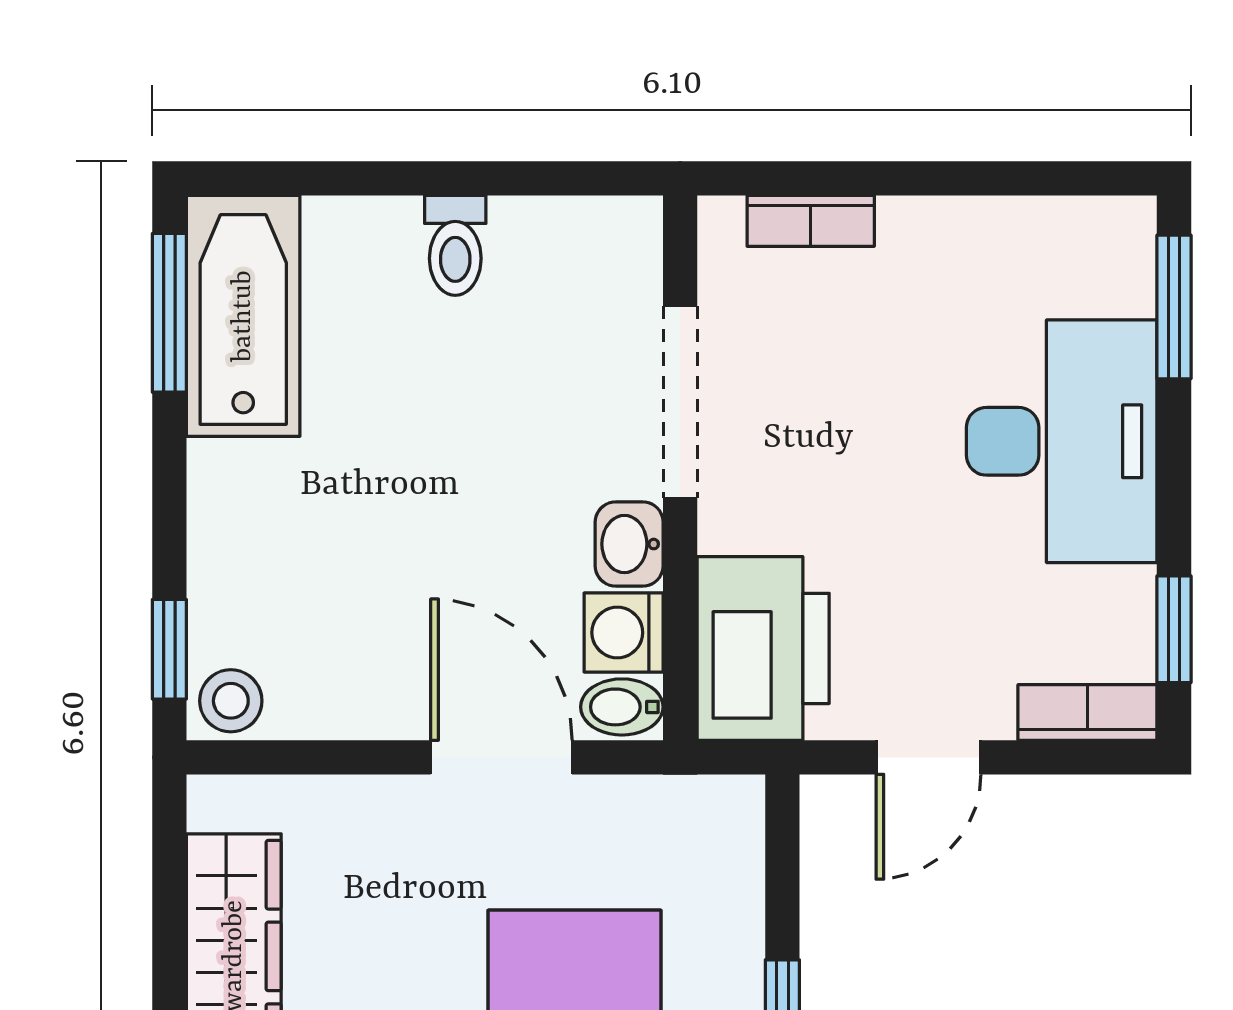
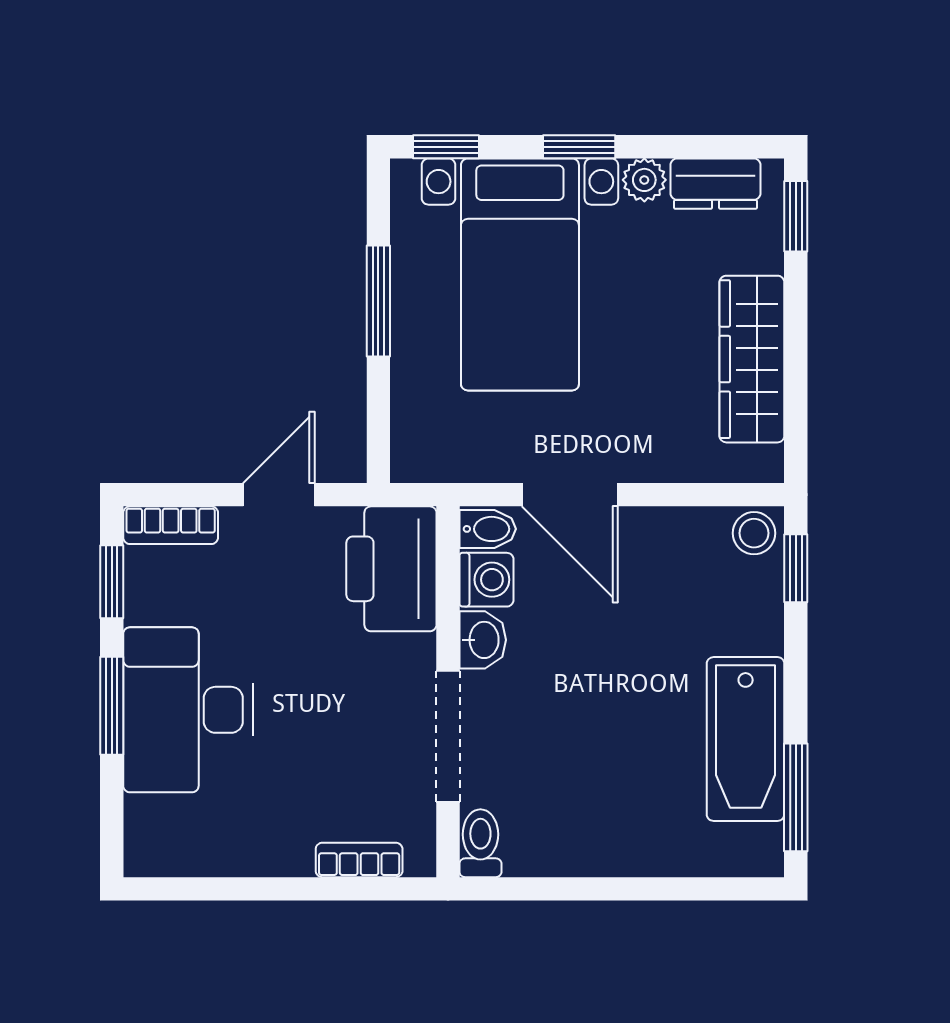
toilet: (455, 245) -> (480, 843), moved
window: (1174, 307) -> (112, 706), moved
bathtub: (243, 316) -> (746, 739), moved

